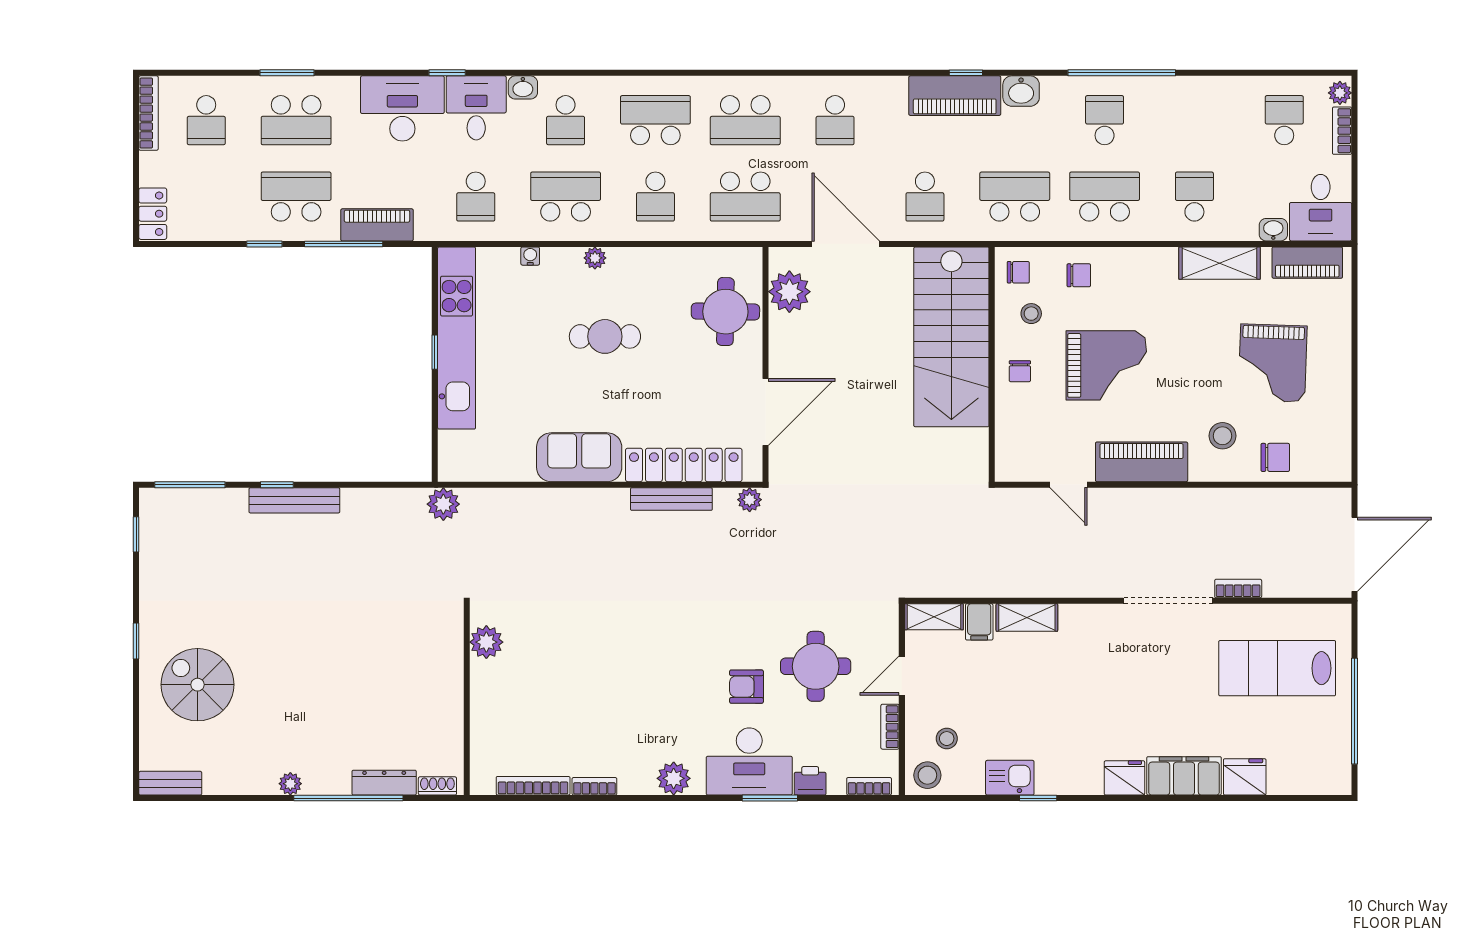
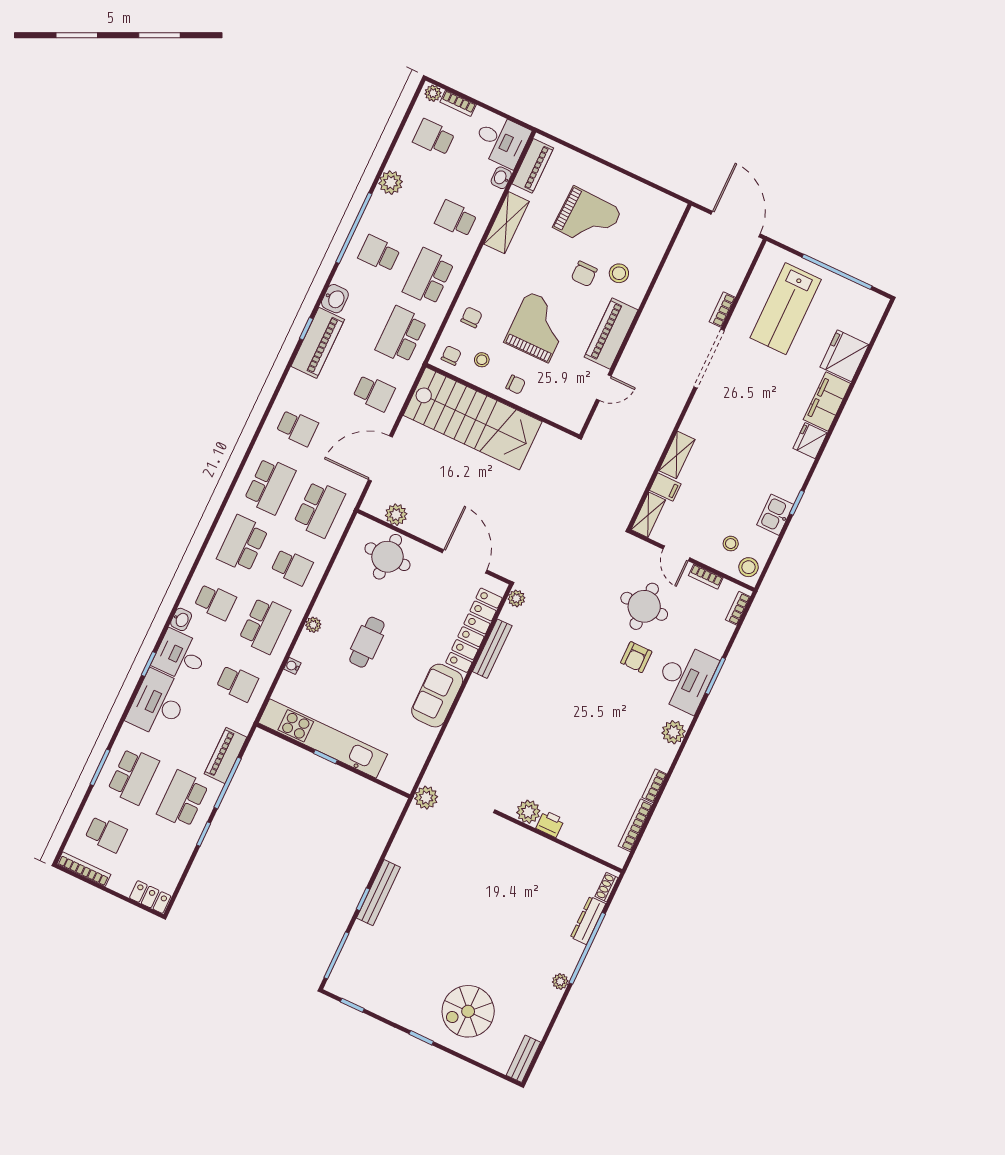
plant: (1201, 92) -> (391, 183), added
school desk: (566, 197) -> (265, 625), turned 180
plant: (789, 292) -> (396, 515), width x0.73, depth x0.73
chair: (1275, 457) -> (584, 274), moved, turned 180
fridge: (1245, 777) -> (844, 356), width x1.36, depth x1.34
printer: (810, 781) -> (550, 824), moved, turned 90

